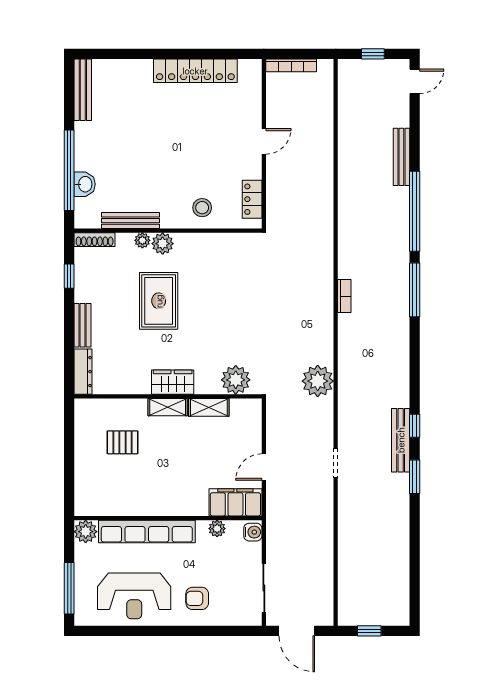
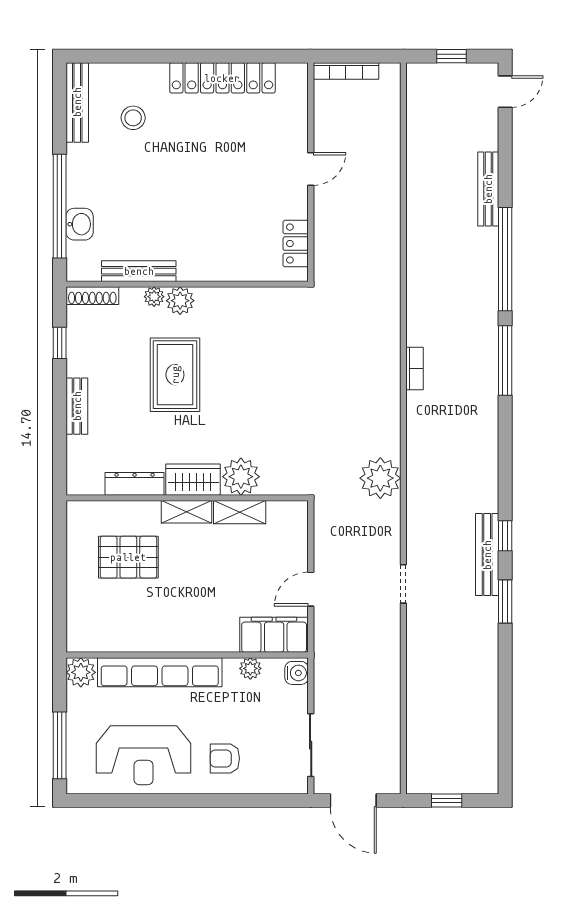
stool: (202, 208) -> (133, 118), moved
dresser: (83, 372) -> (135, 484), moved, turned -90
plant: (236, 380) -> (241, 477), moved
pallet: (123, 442) -> (128, 557), width x1.50, depth x1.42

